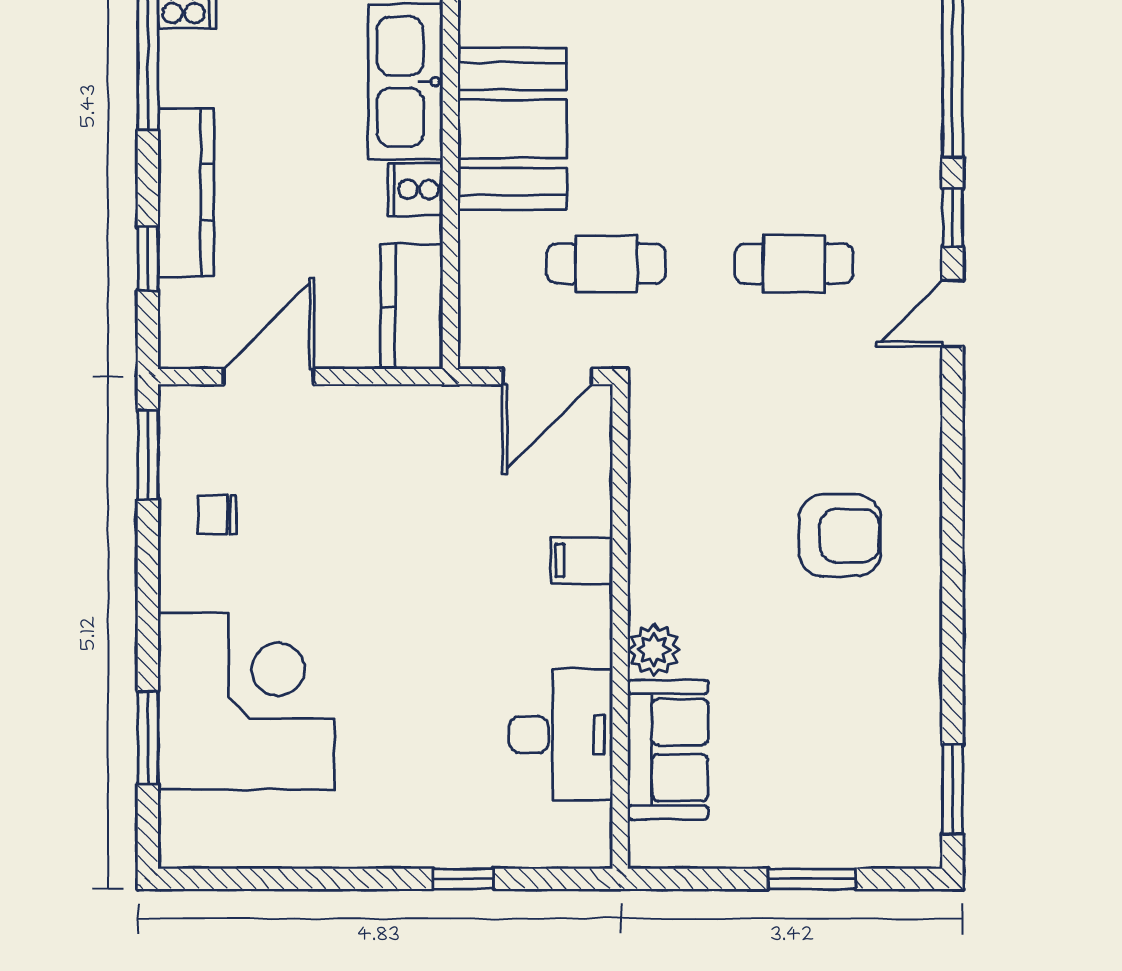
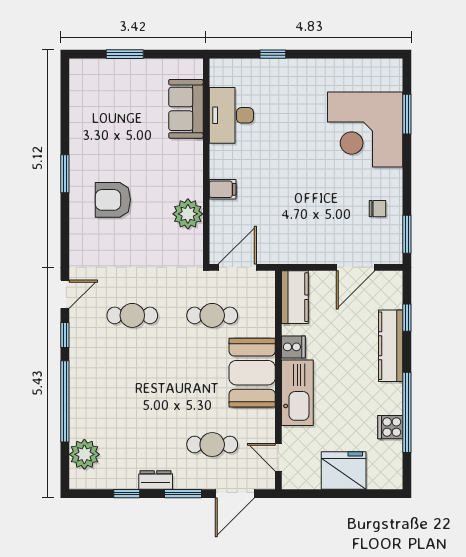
plant: (654, 650) -> (188, 214), moved, width x1.36, depth x1.36
window: (952, 789) -> (65, 174), moved

